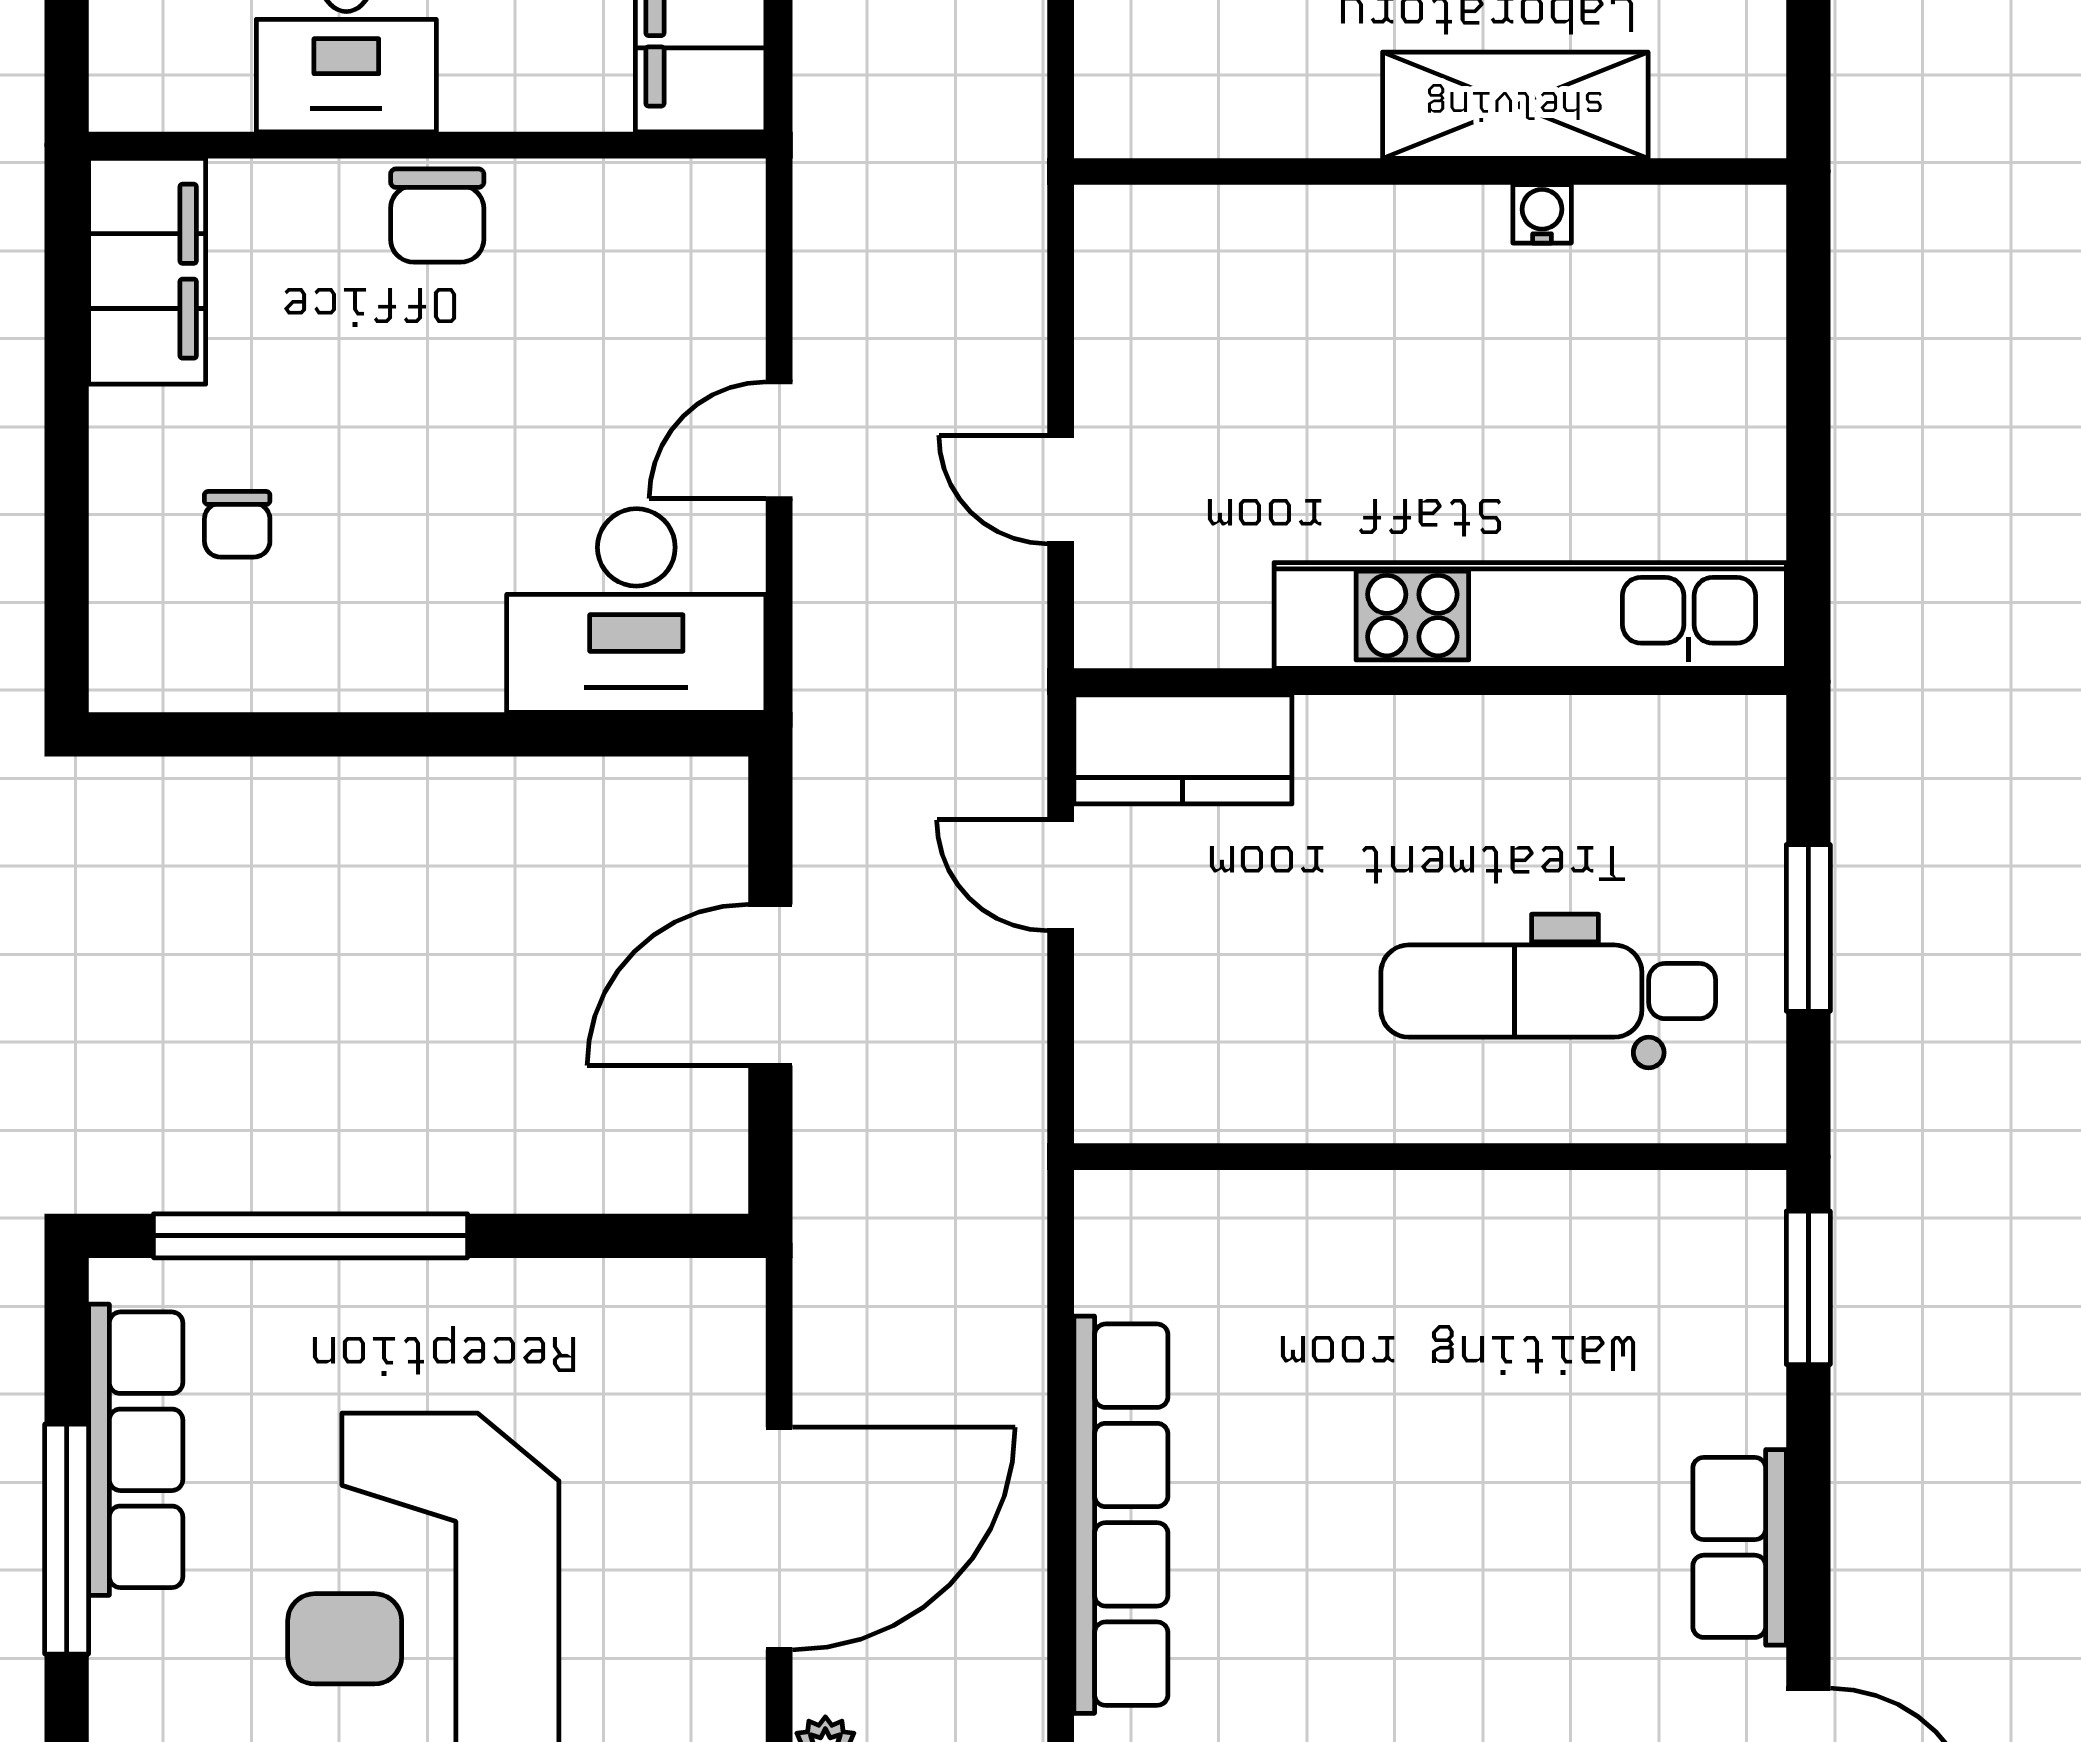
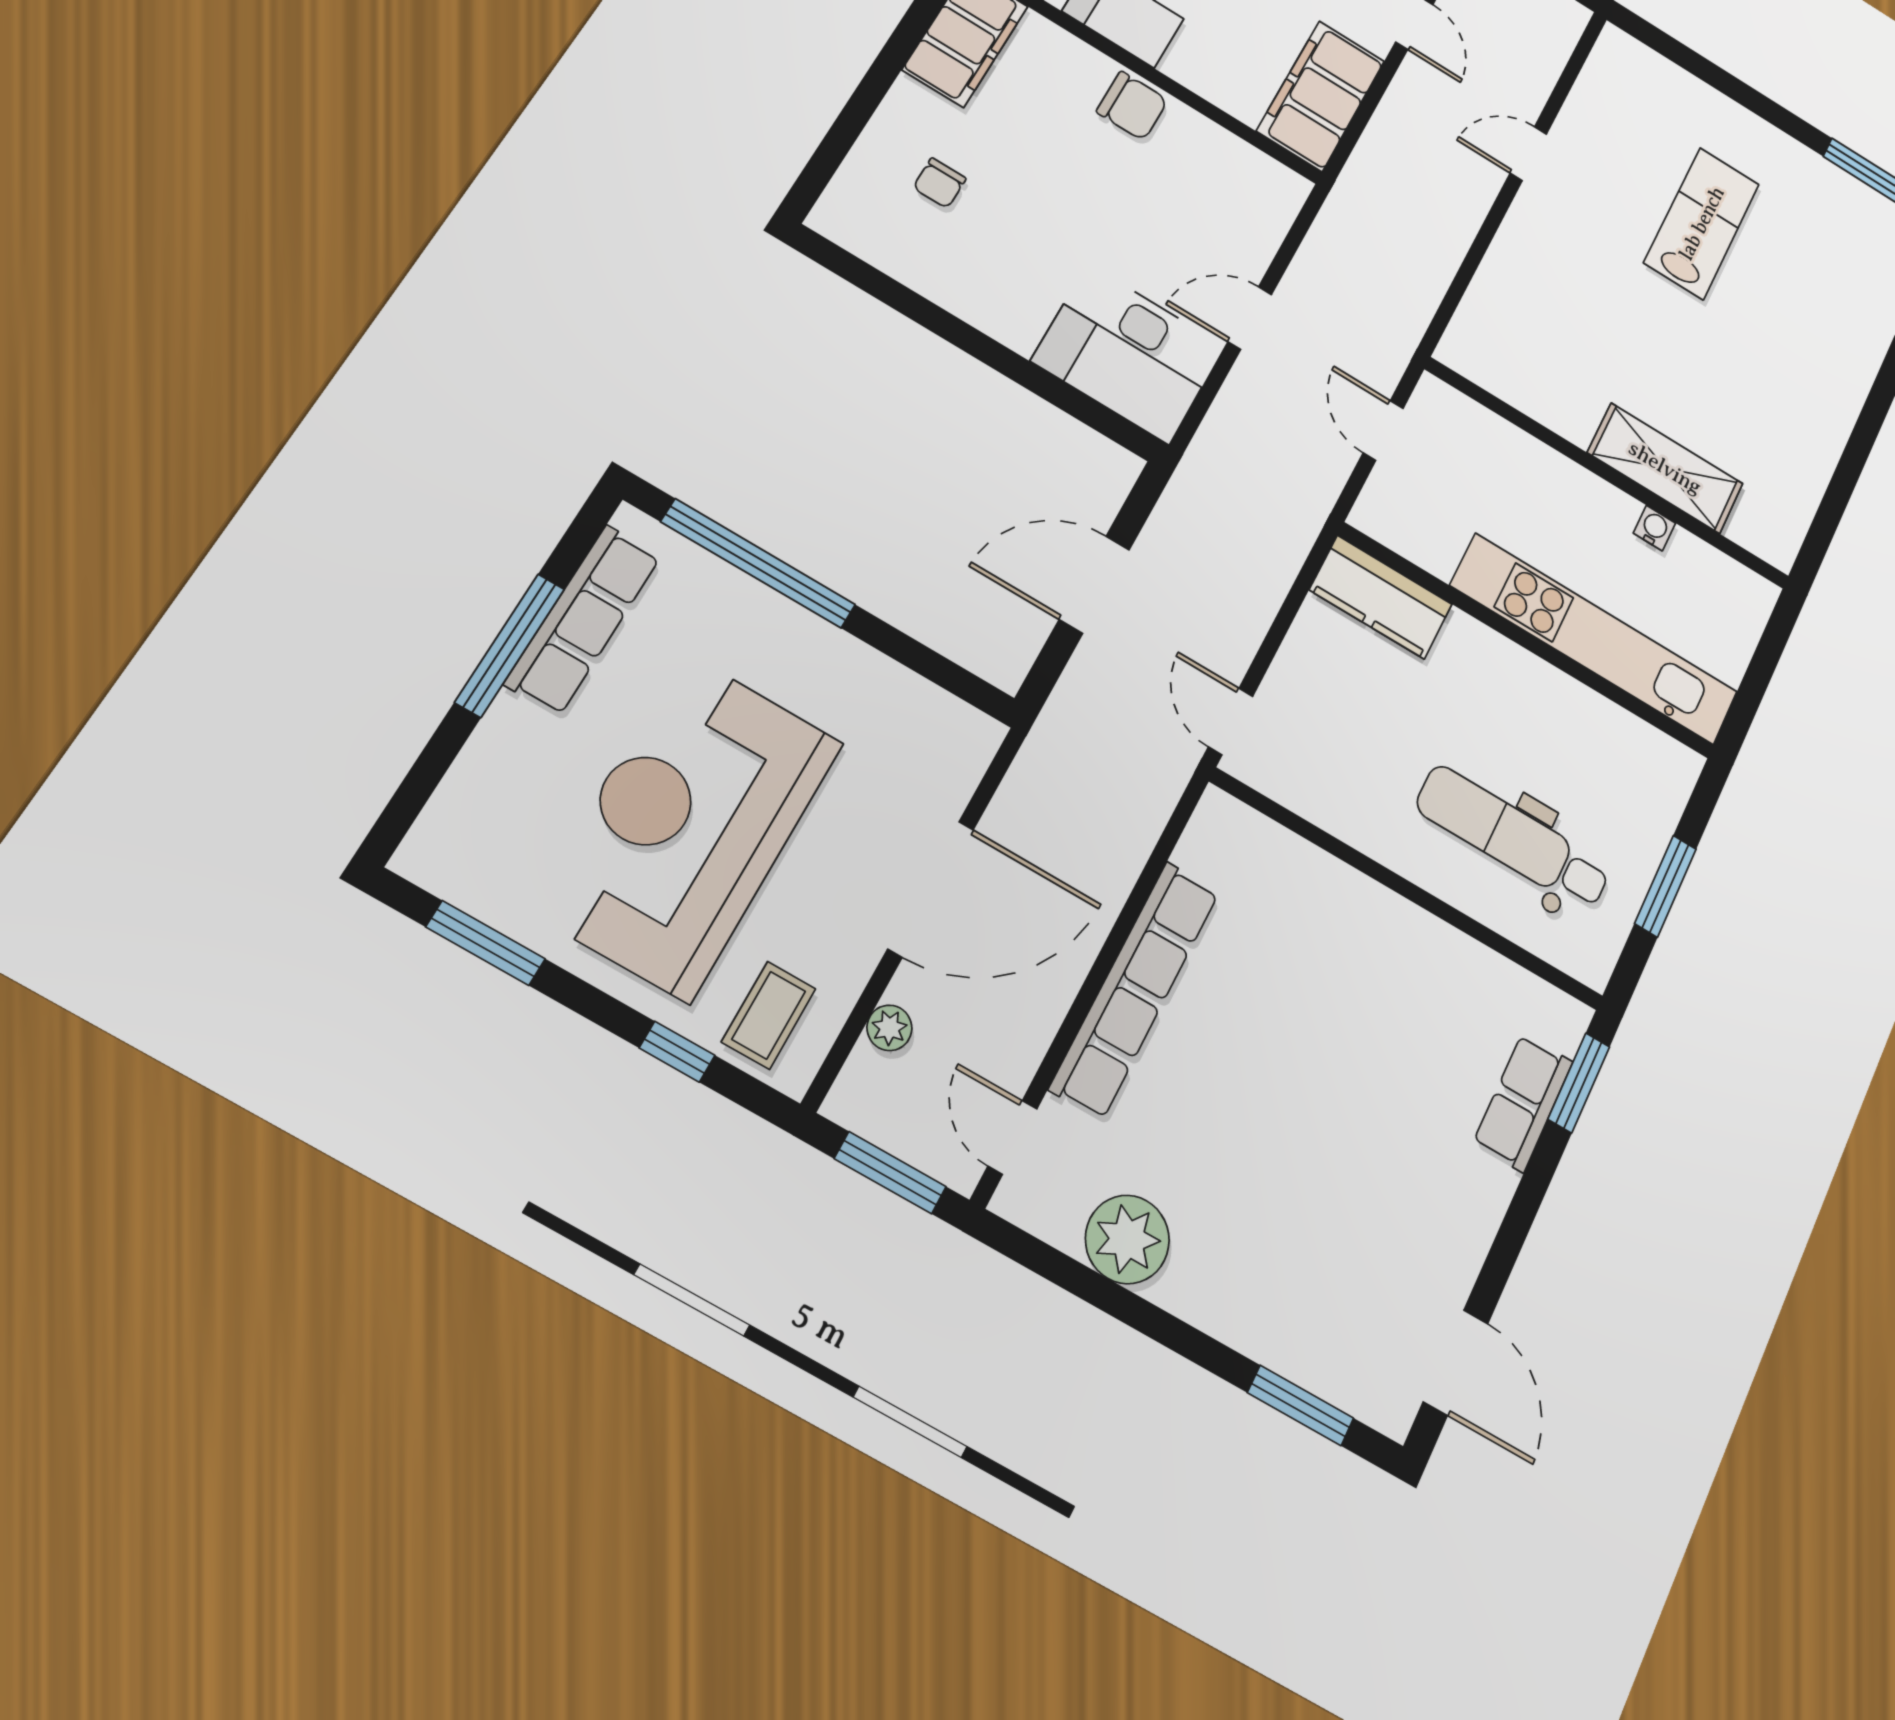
shelving: (1515, 105) -> (1665, 468), moved
wall: (1430, 171) -> (1608, 473), moved
water cooler: (1542, 214) -> (1654, 528), moved
chair: (437, 215) -> (1132, 106), turned -90
door: (1061, 875) -> (1231, 721), moved
row of seats: (1740, 1547) -> (1523, 1102), moved

